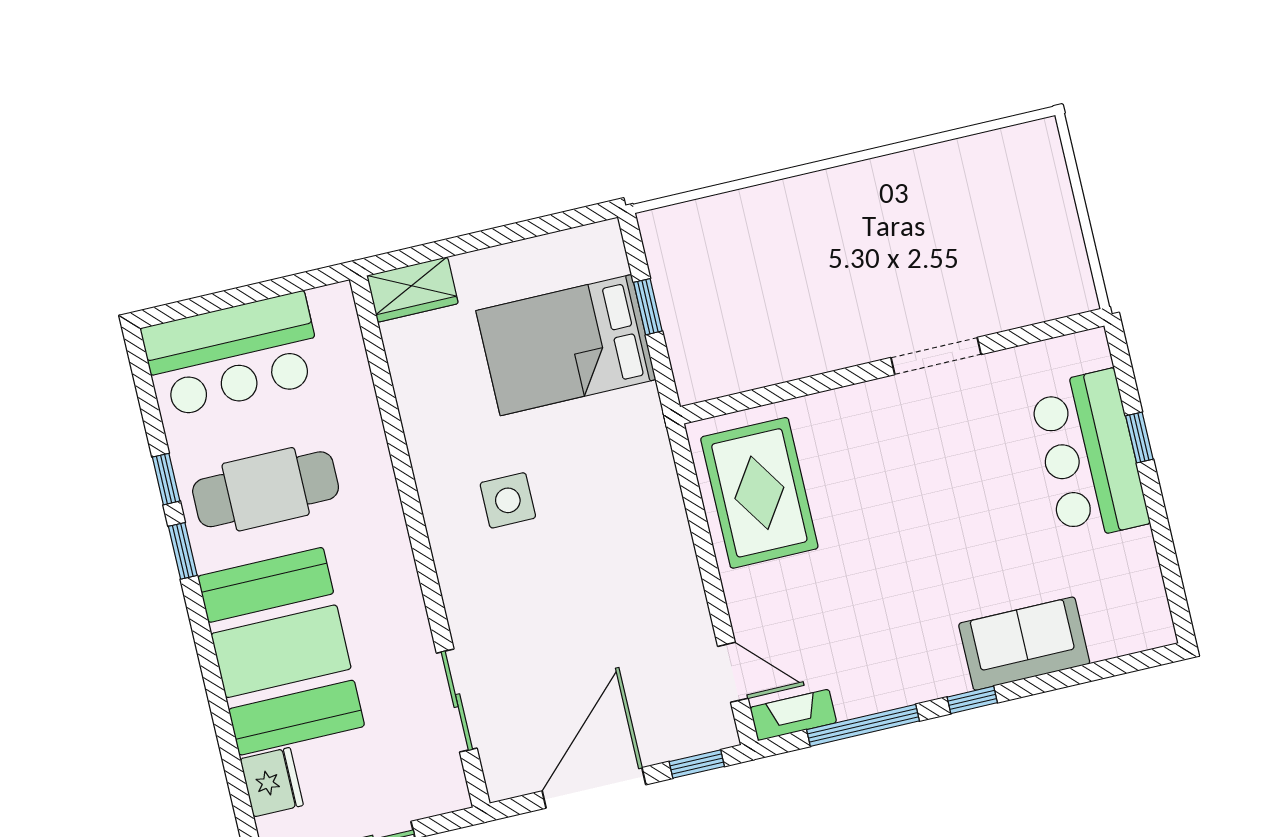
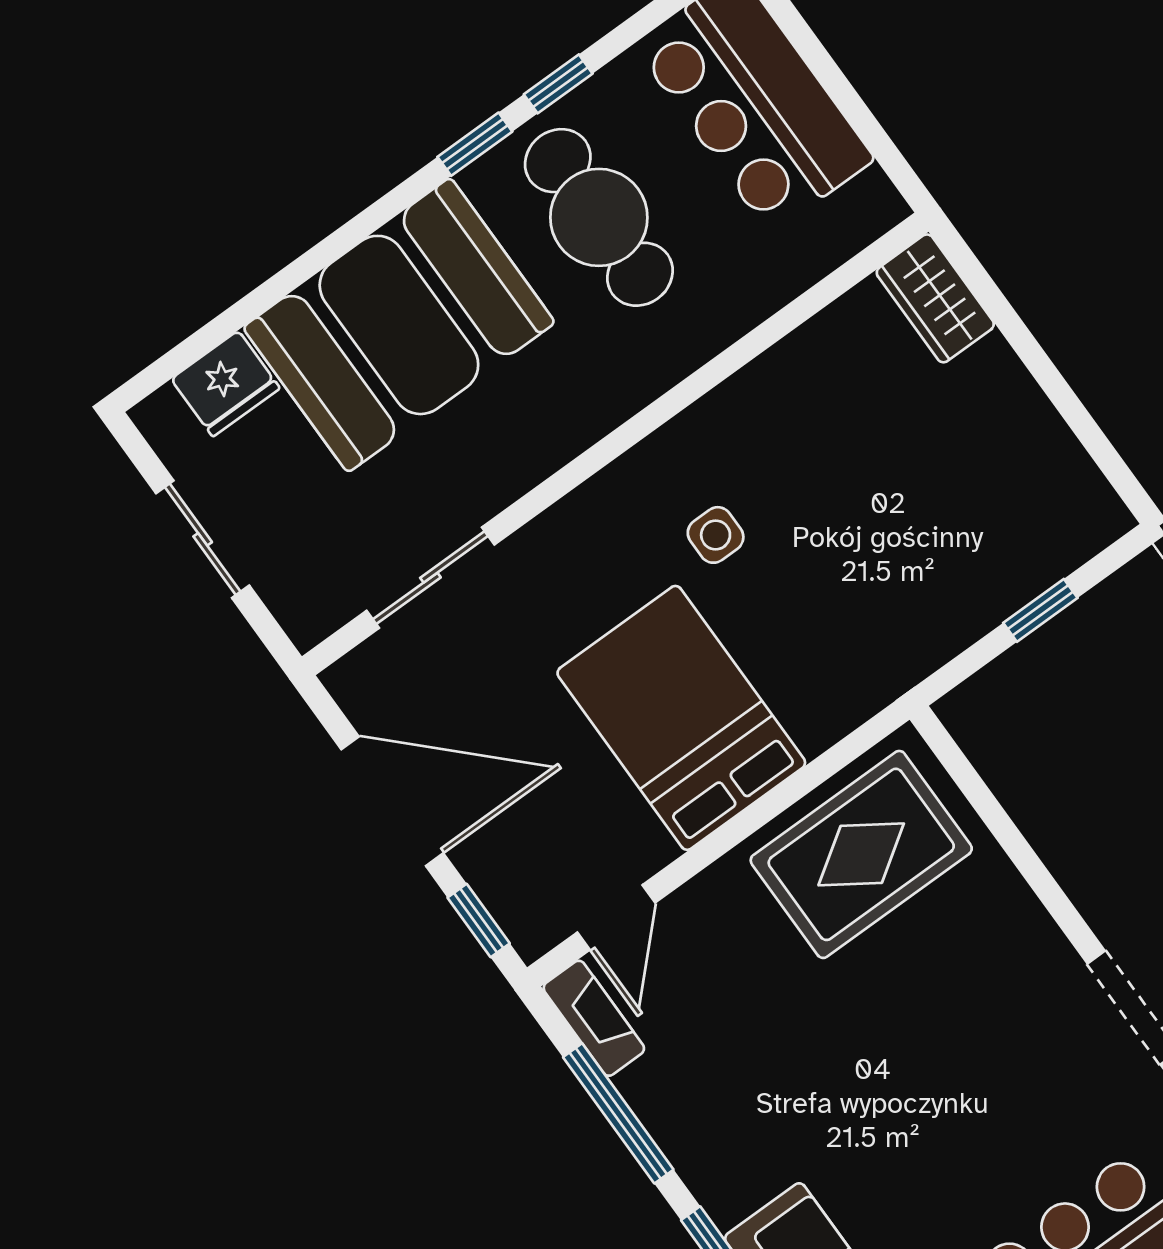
bed: (566, 345) -> (681, 718), moved
side table: (508, 500) -> (716, 535), width x0.73, depth x0.73

